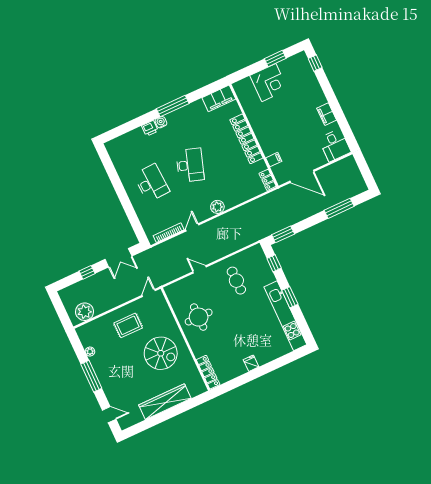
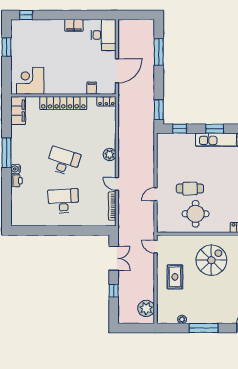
corner desk: (269, 83) -> (30, 81), moved, turned -90
desk: (335, 145) -> (104, 35), width x1.37
cafe table: (236, 281) -> (190, 189), moved

